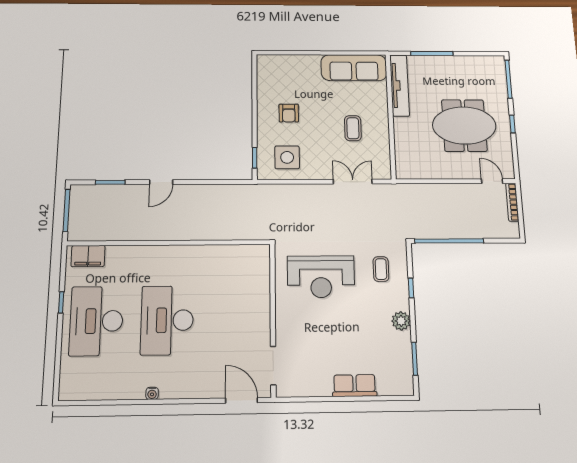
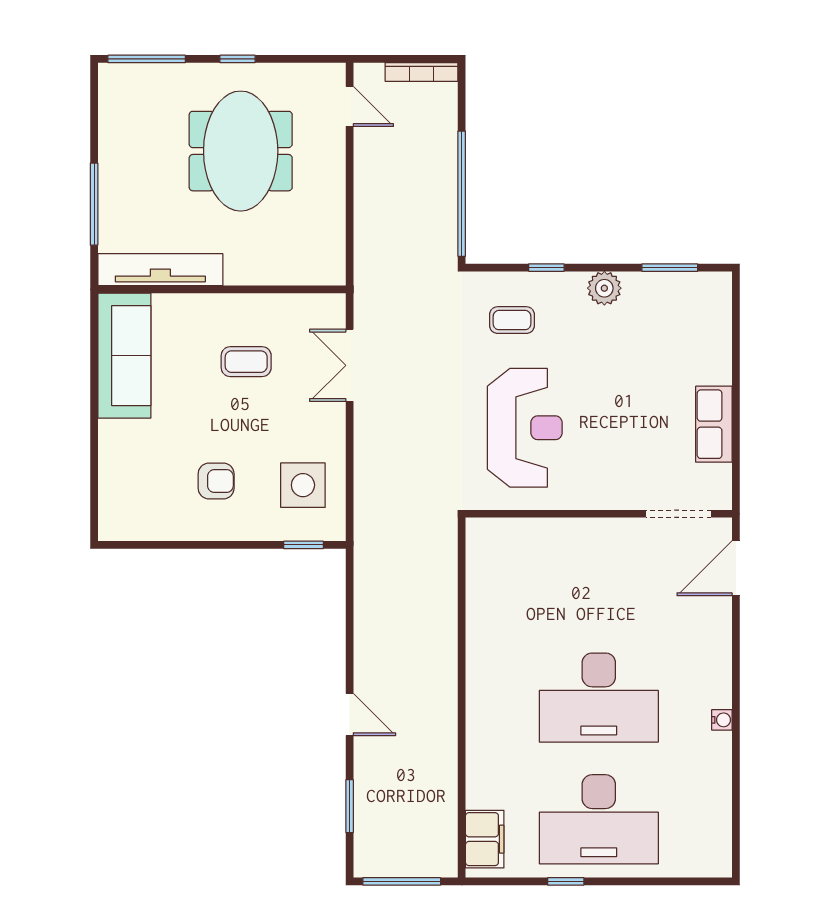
door: (492, 181) -> (350, 106), swing flipped
bookcase: (512, 202) -> (422, 72), moved
row of seats: (355, 386) -> (714, 424), moved

